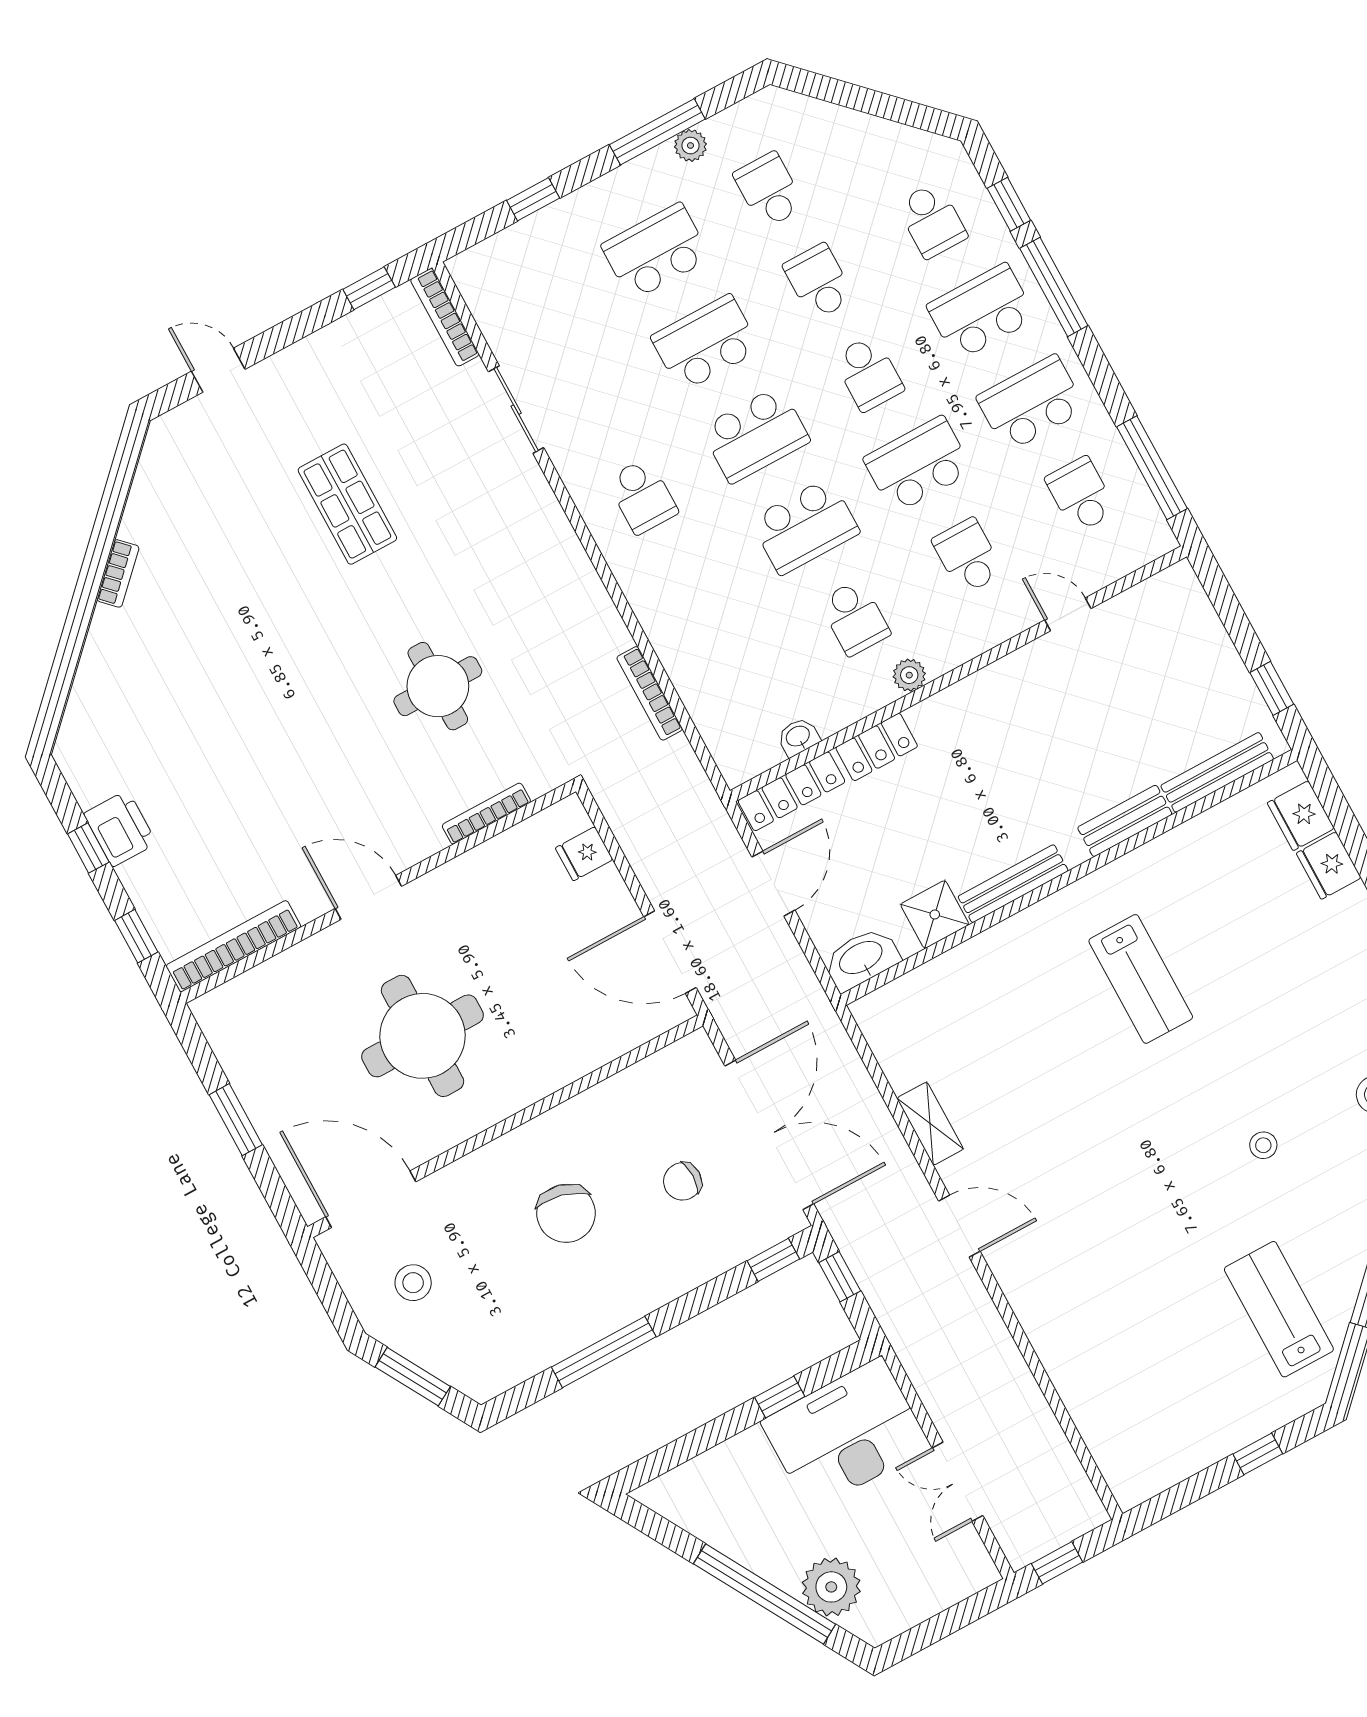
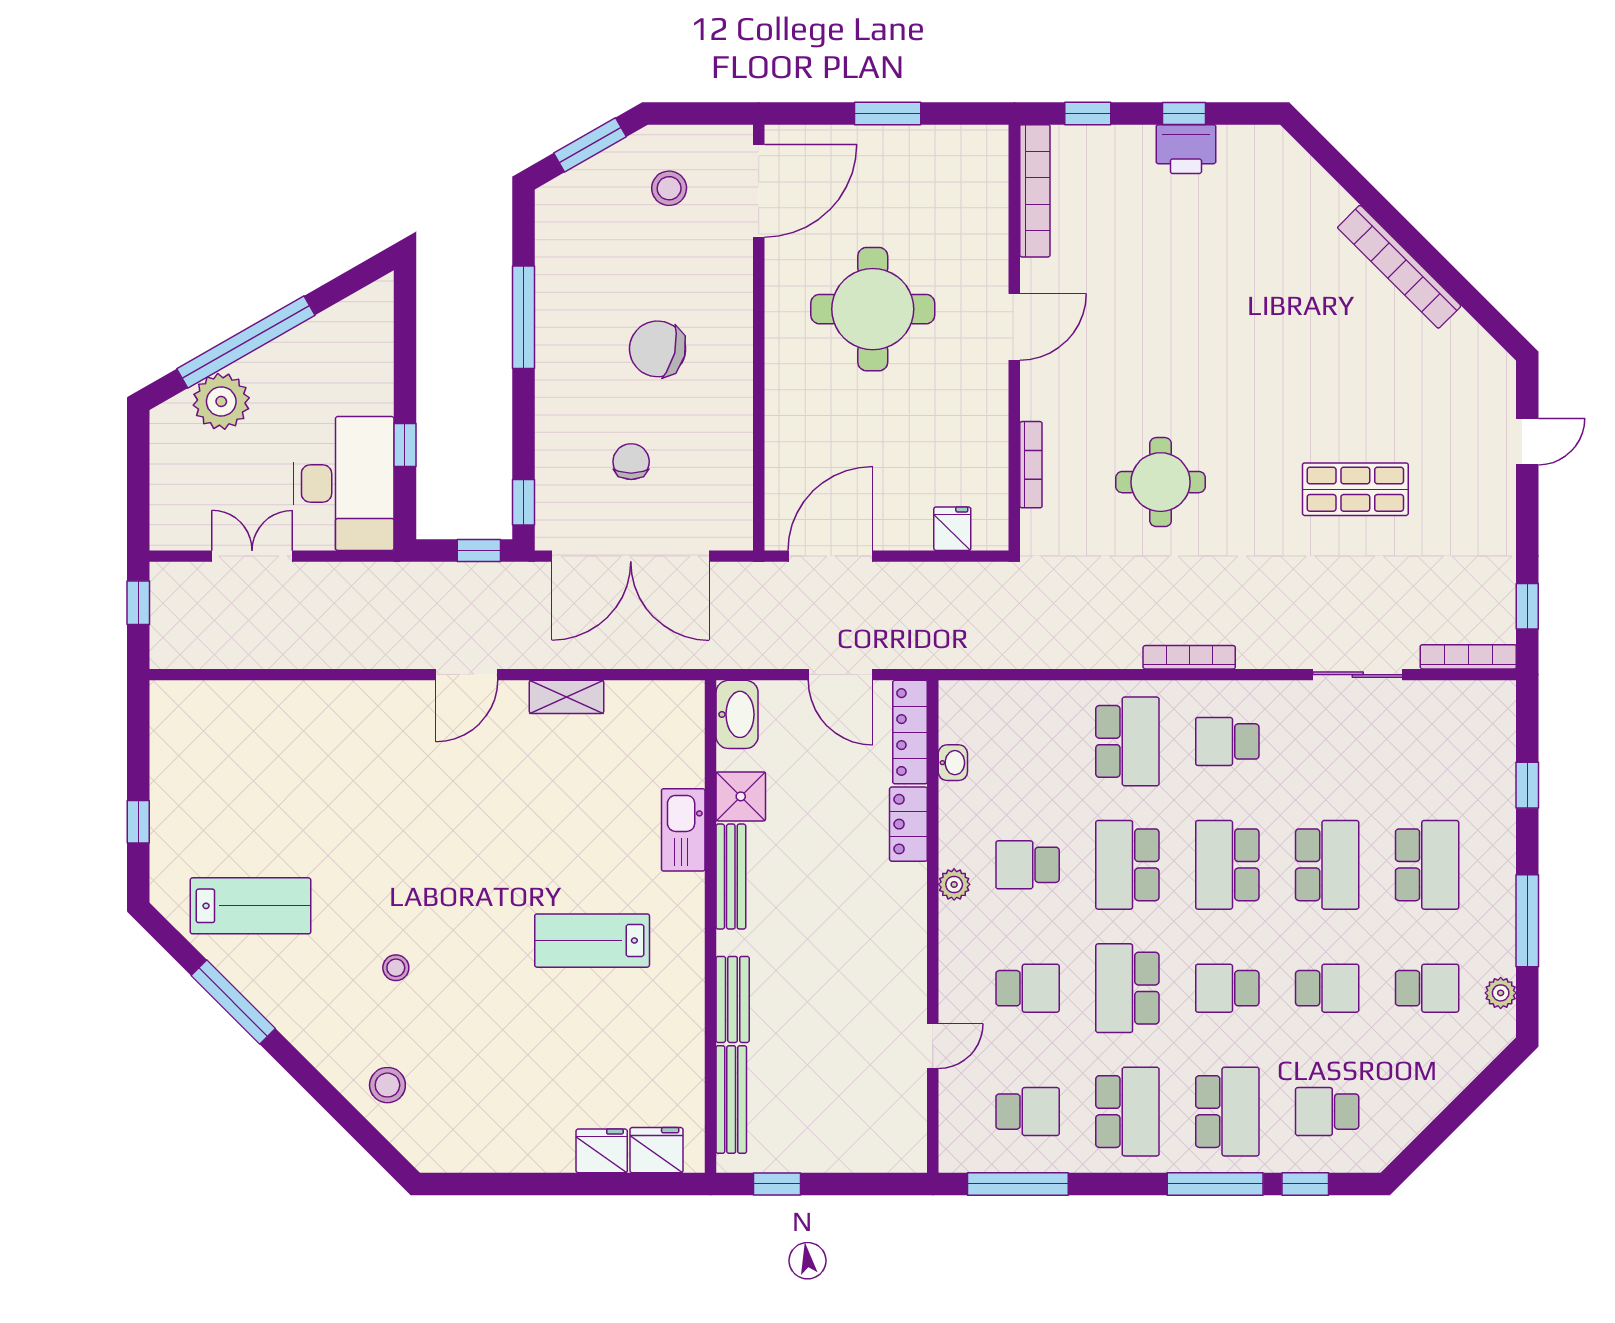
plant: (690, 145) -> (1501, 993), moved
school desk: (918, 465) -> (1127, 988), turned 180
bookcase: (118, 573) -> (1399, 267), width x2.31, depth x1.31
school desk: (692, 587) -> (1127, 741), added
bookcase: (650, 693) -> (1189, 657), moved
kitchen sink: (994, 950) -> (683, 830), added

